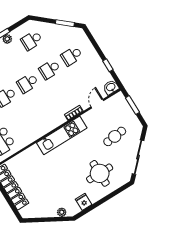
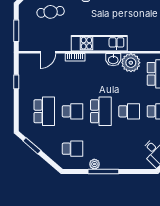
school desk: (72, 56) -> (44, 111), width x1.85
school desk: (28, 83) -> (101, 111), width x1.85
washbasin: (111, 87) -> (113, 60), moved
plant: (28, 135) -> (131, 63), added

